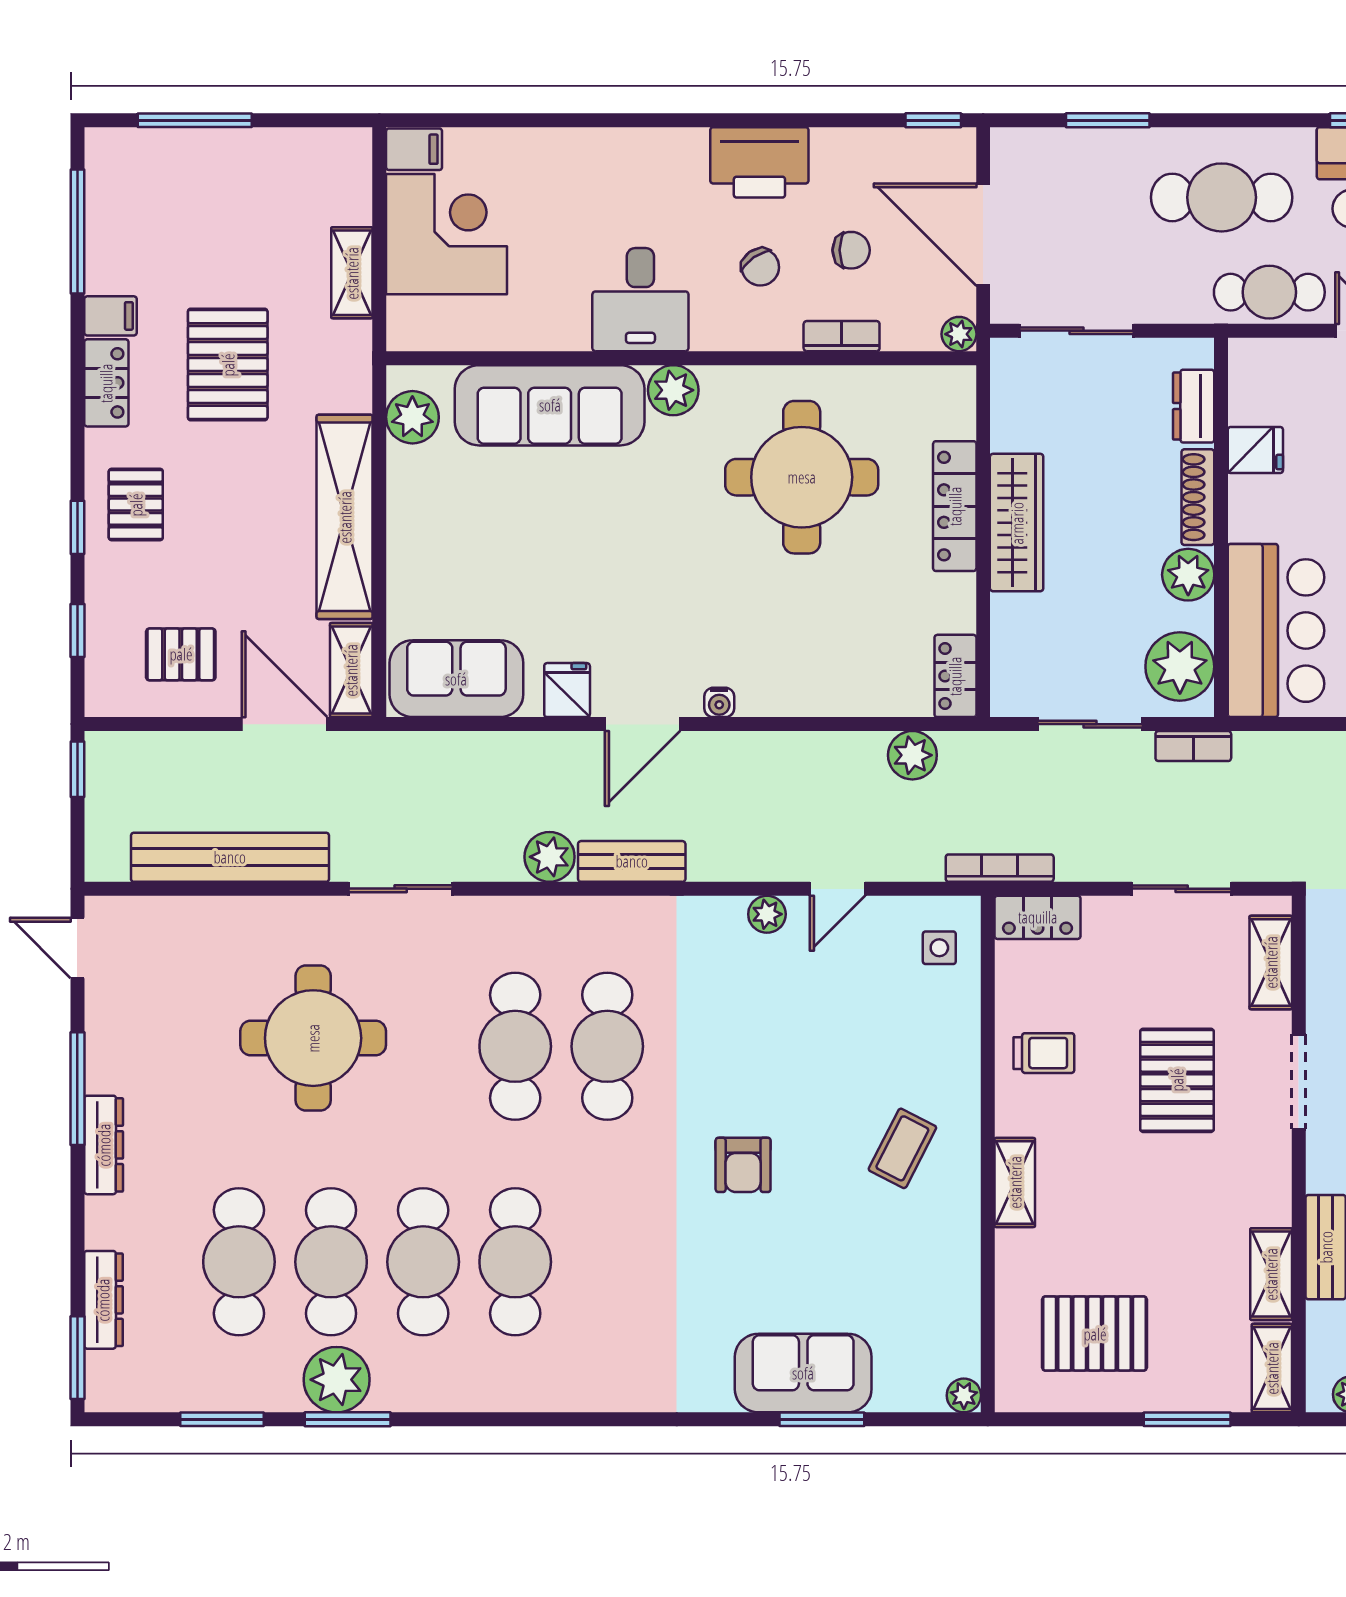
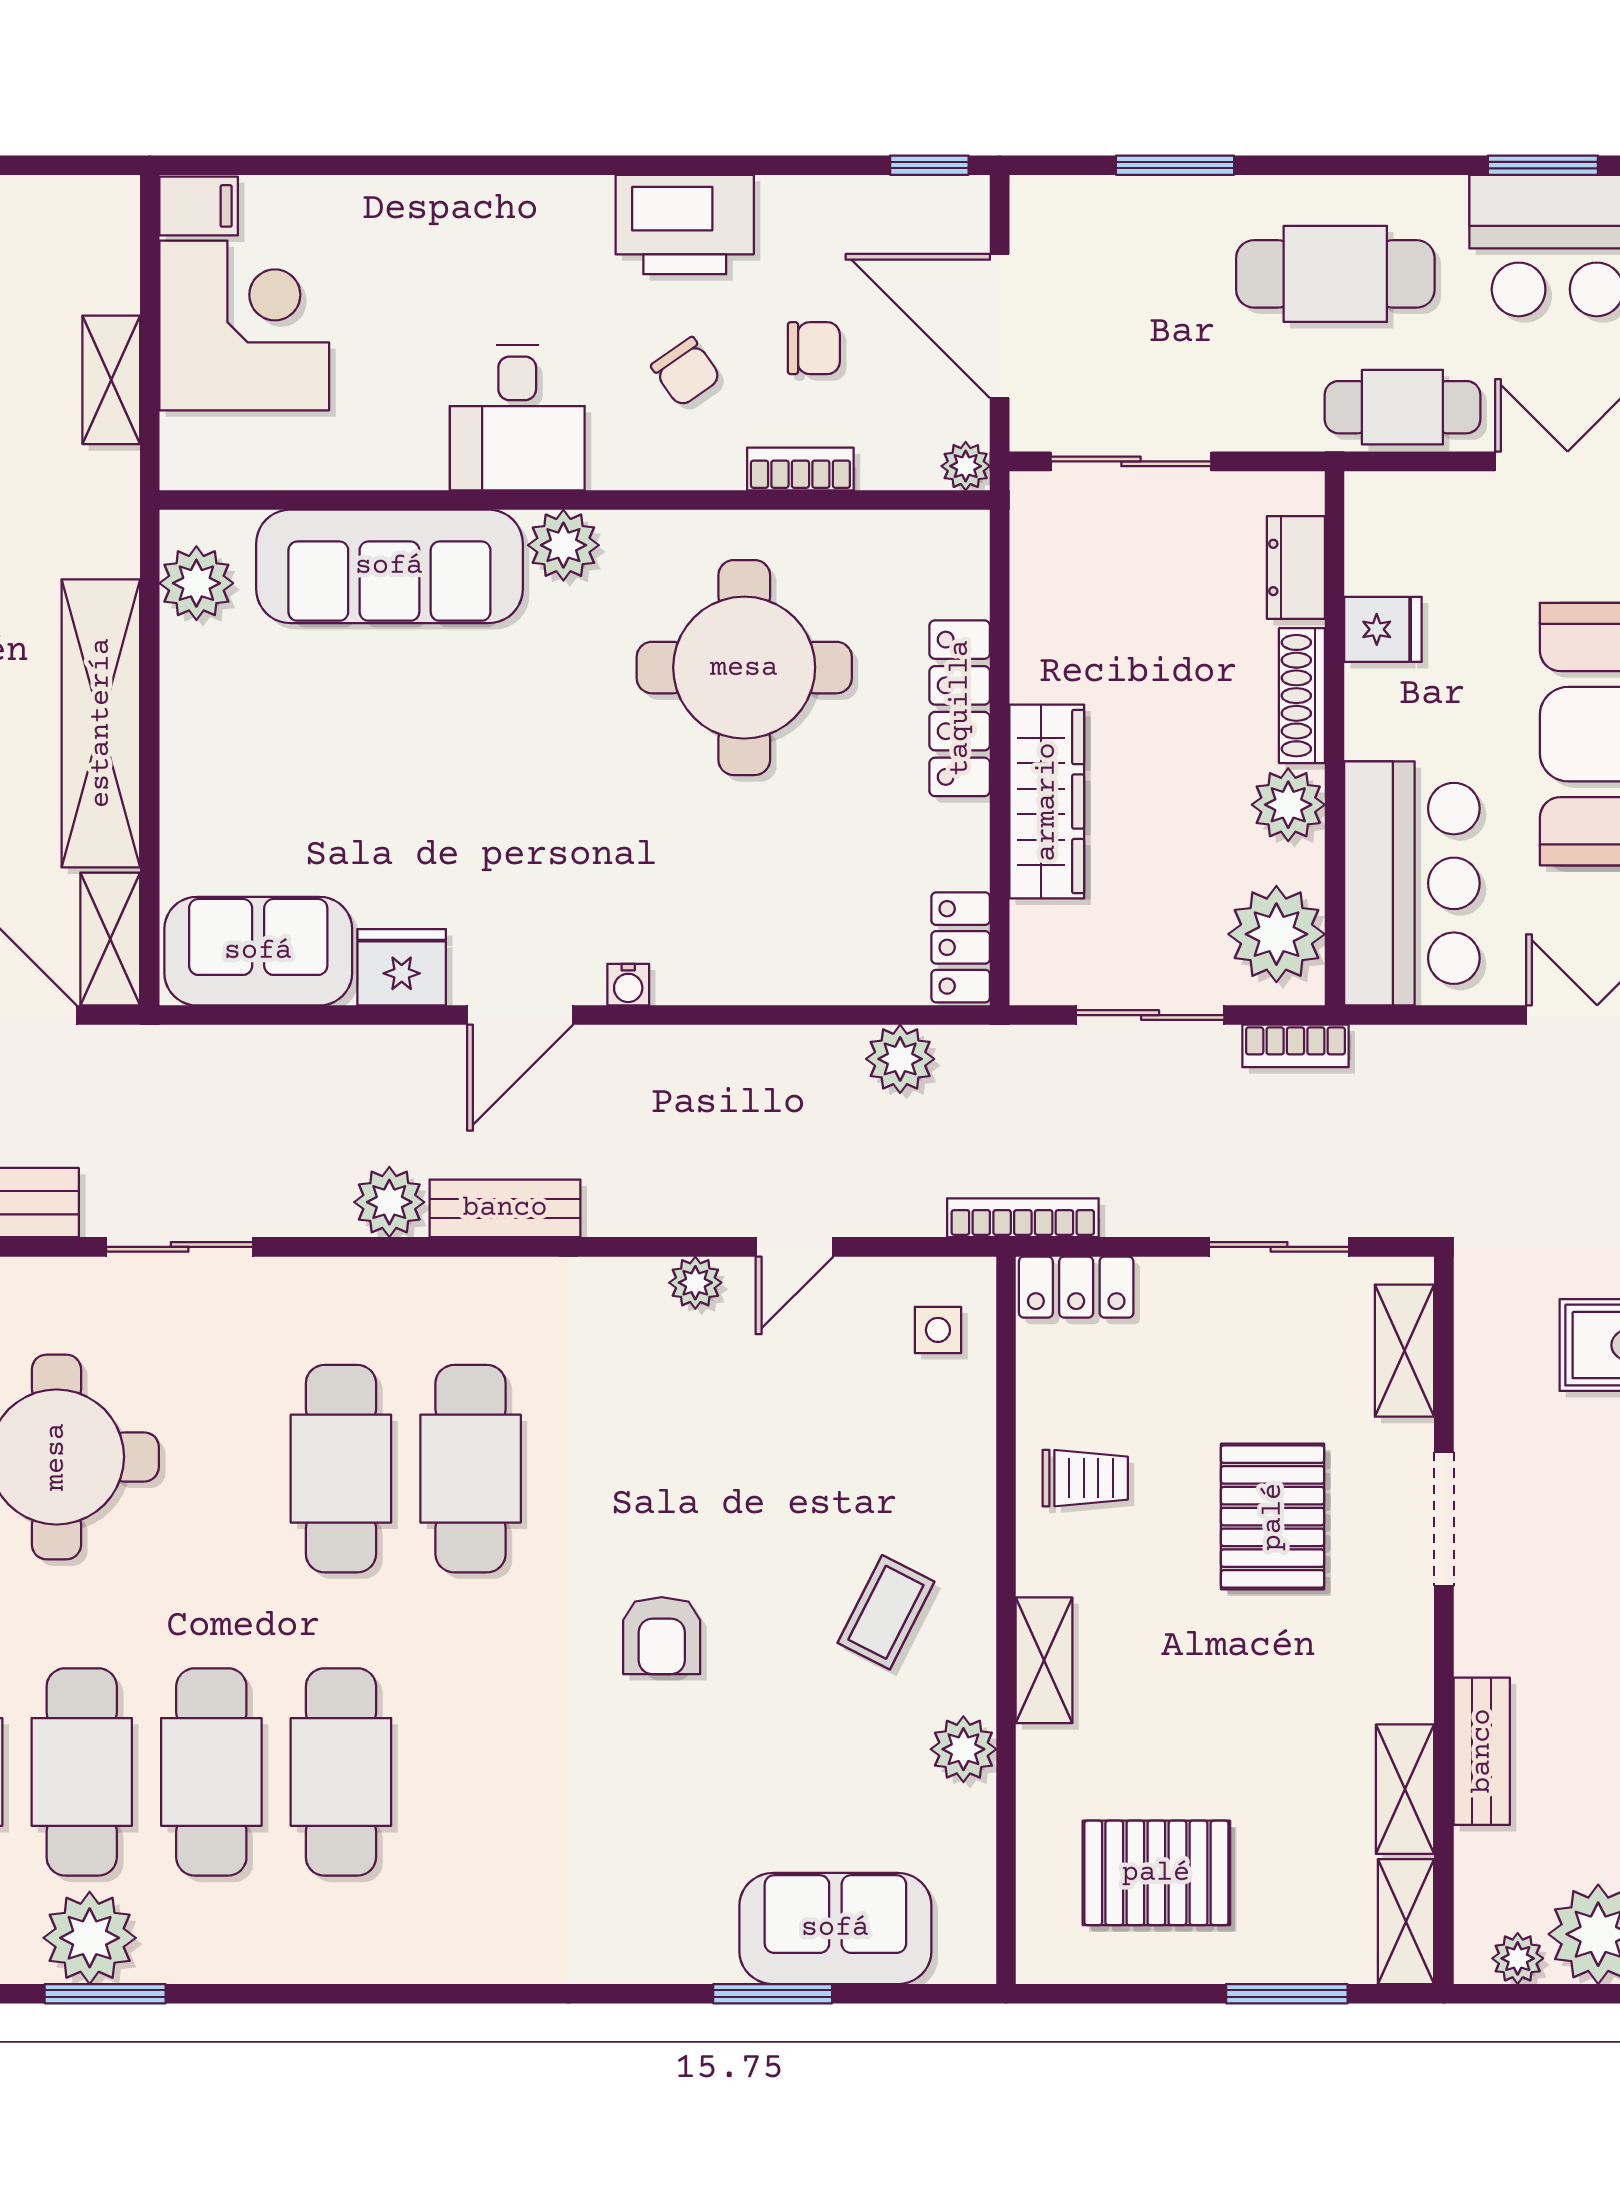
wardrobe: (1017, 523) -> (1047, 802), moved
fridge: (567, 690) -> (402, 967), width x1.38
sofa: (803, 1373) -> (835, 1928), moved
plant: (964, 1395) -> (963, 1749), moved, width x1.38, depth x1.38

